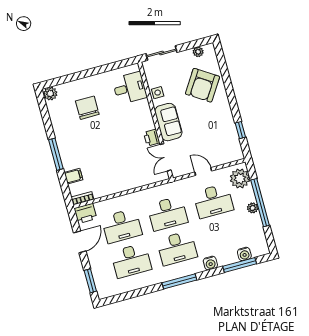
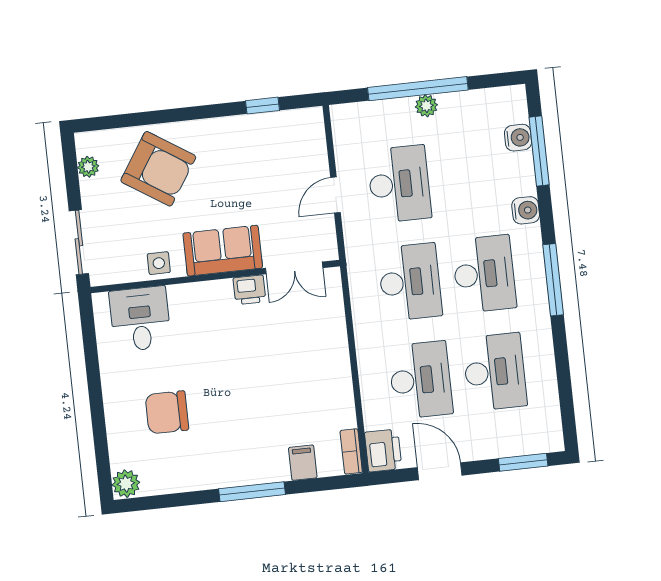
plant: (240, 178) -> (362, 122), removed

